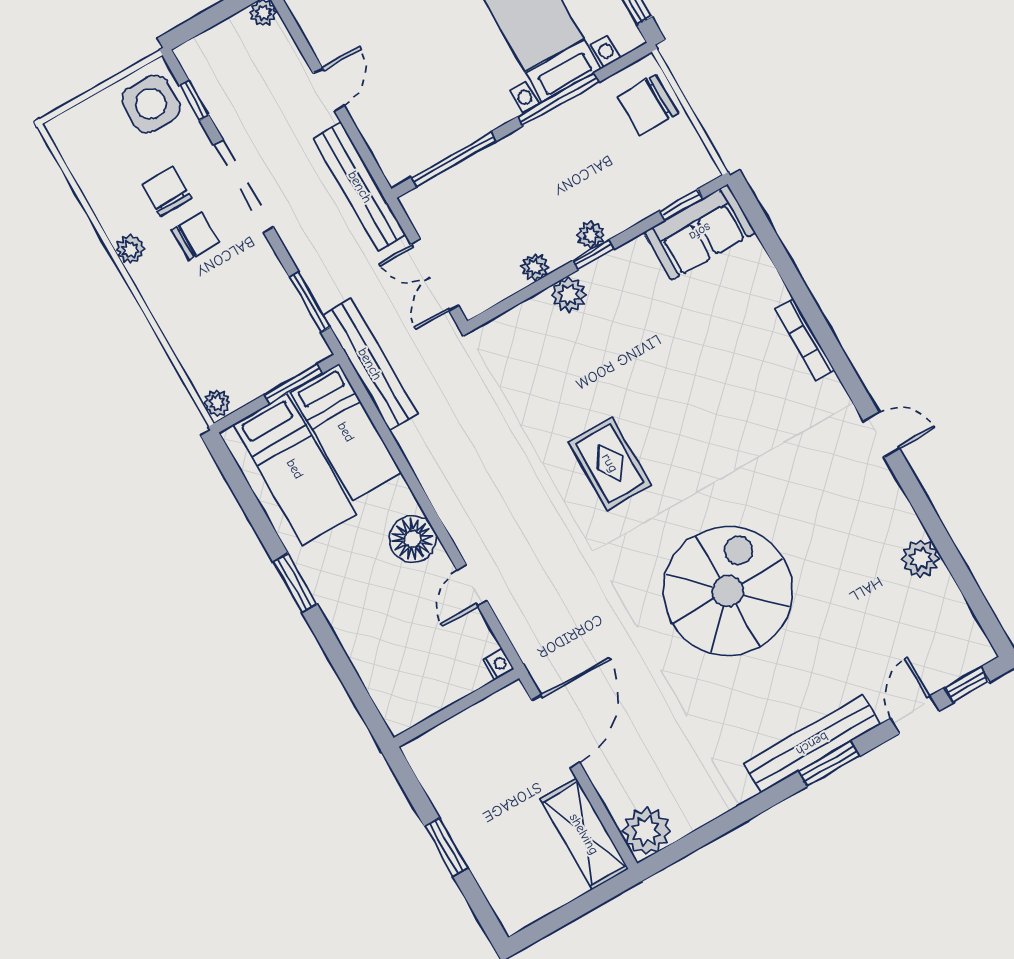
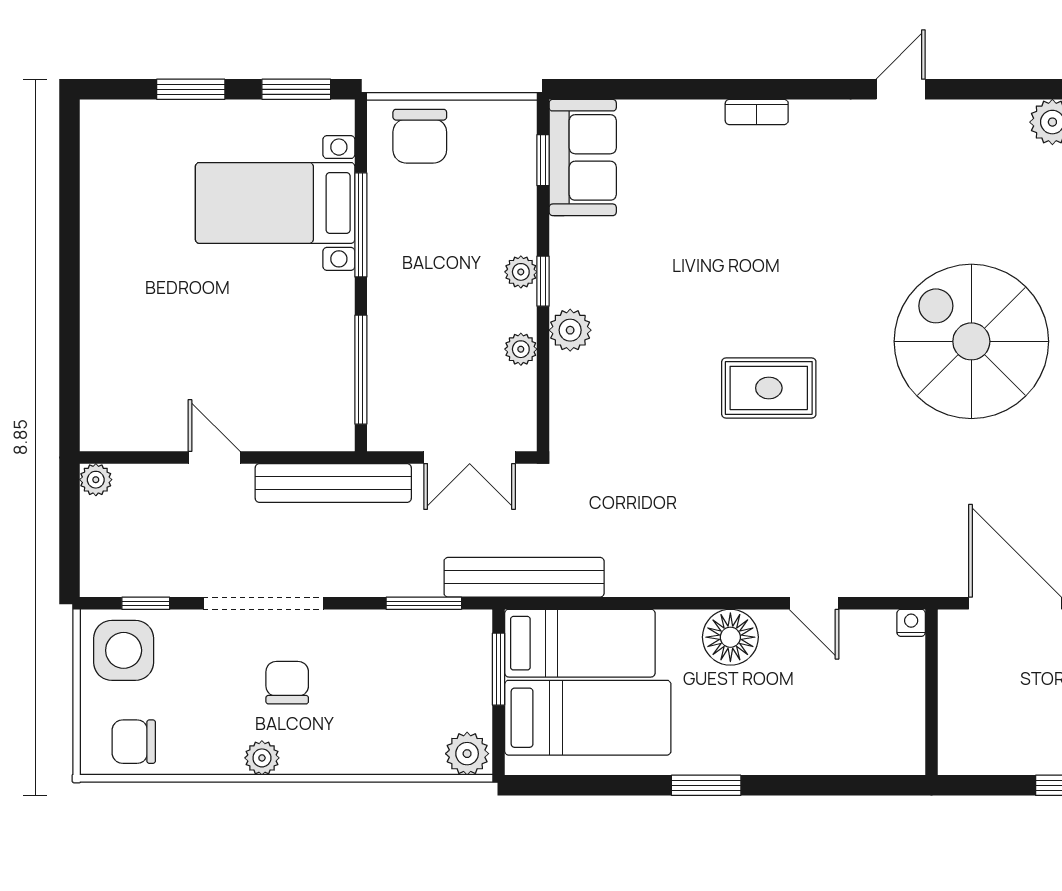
chair: (167, 191) -> (134, 742), moved
bookcase: (805, 340) -> (757, 112), width x0.64
plant: (217, 403) -> (467, 754), width x1.38, depth x1.38

